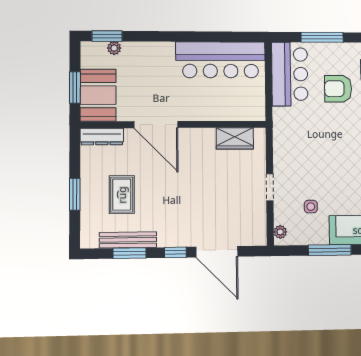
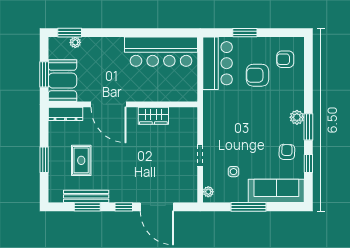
window: (322, 37) -> (245, 33), width x0.69
wardrobe: (235, 138) -> (153, 116), moved

